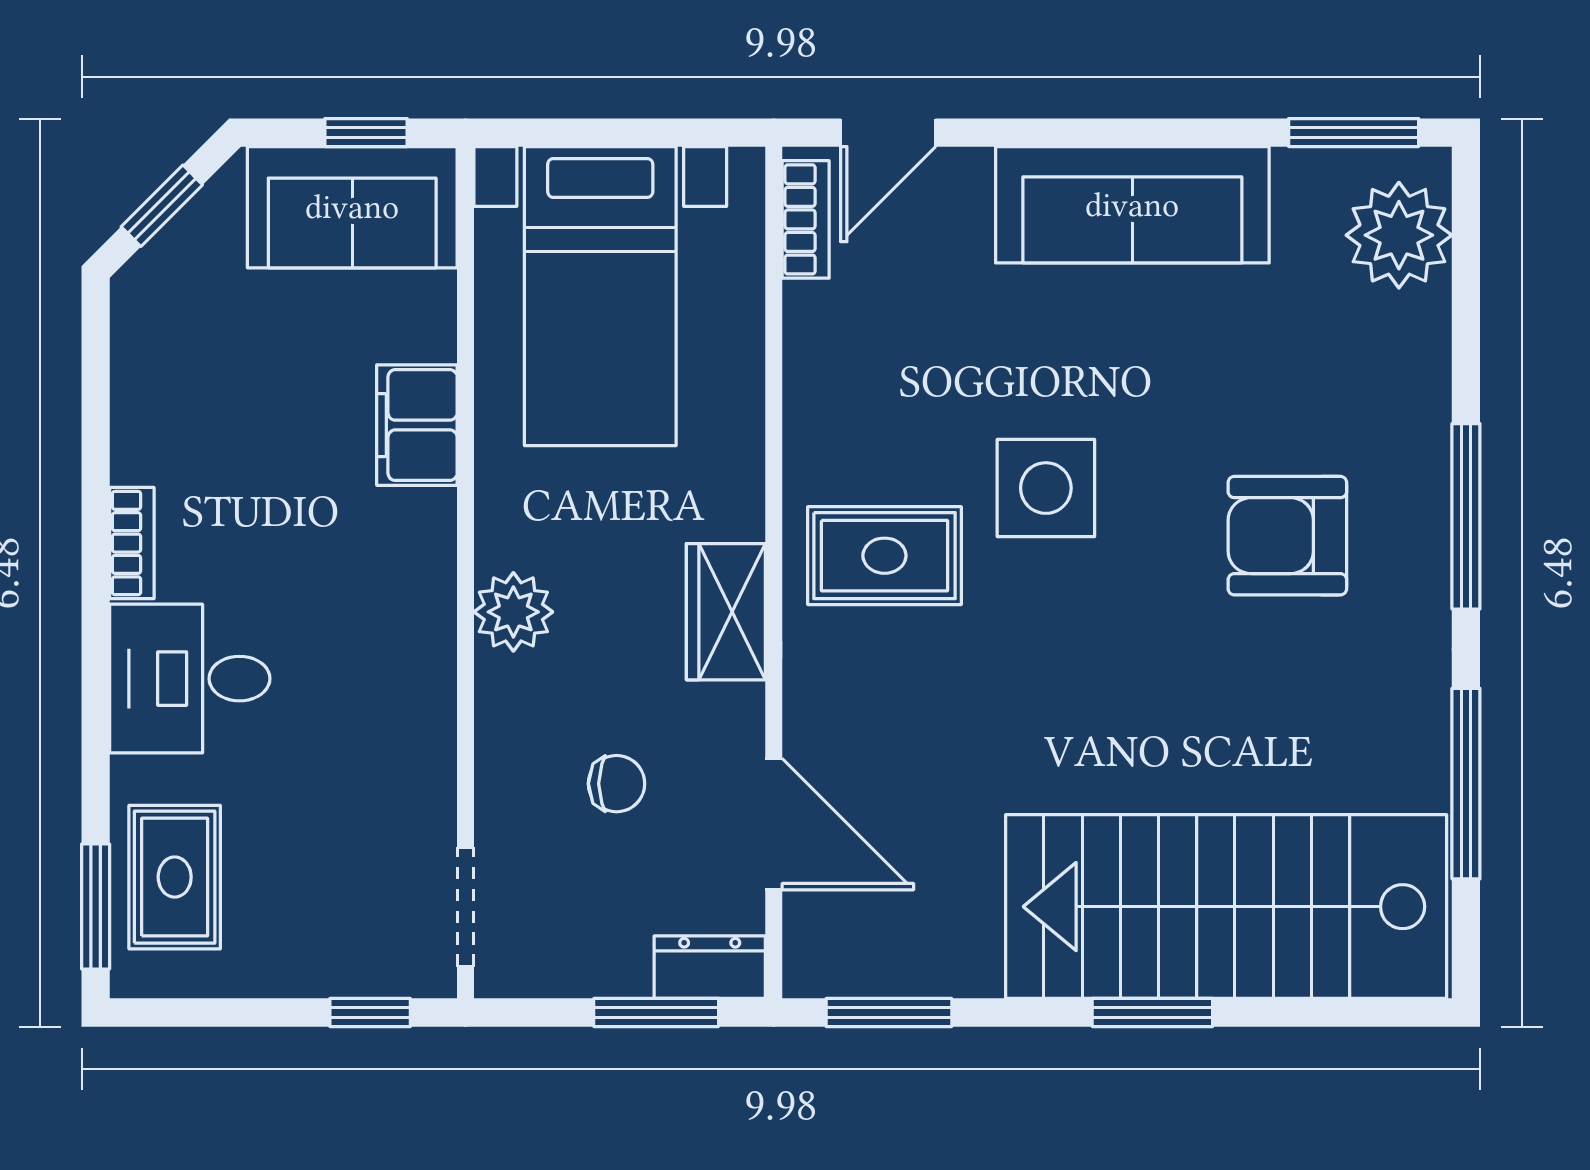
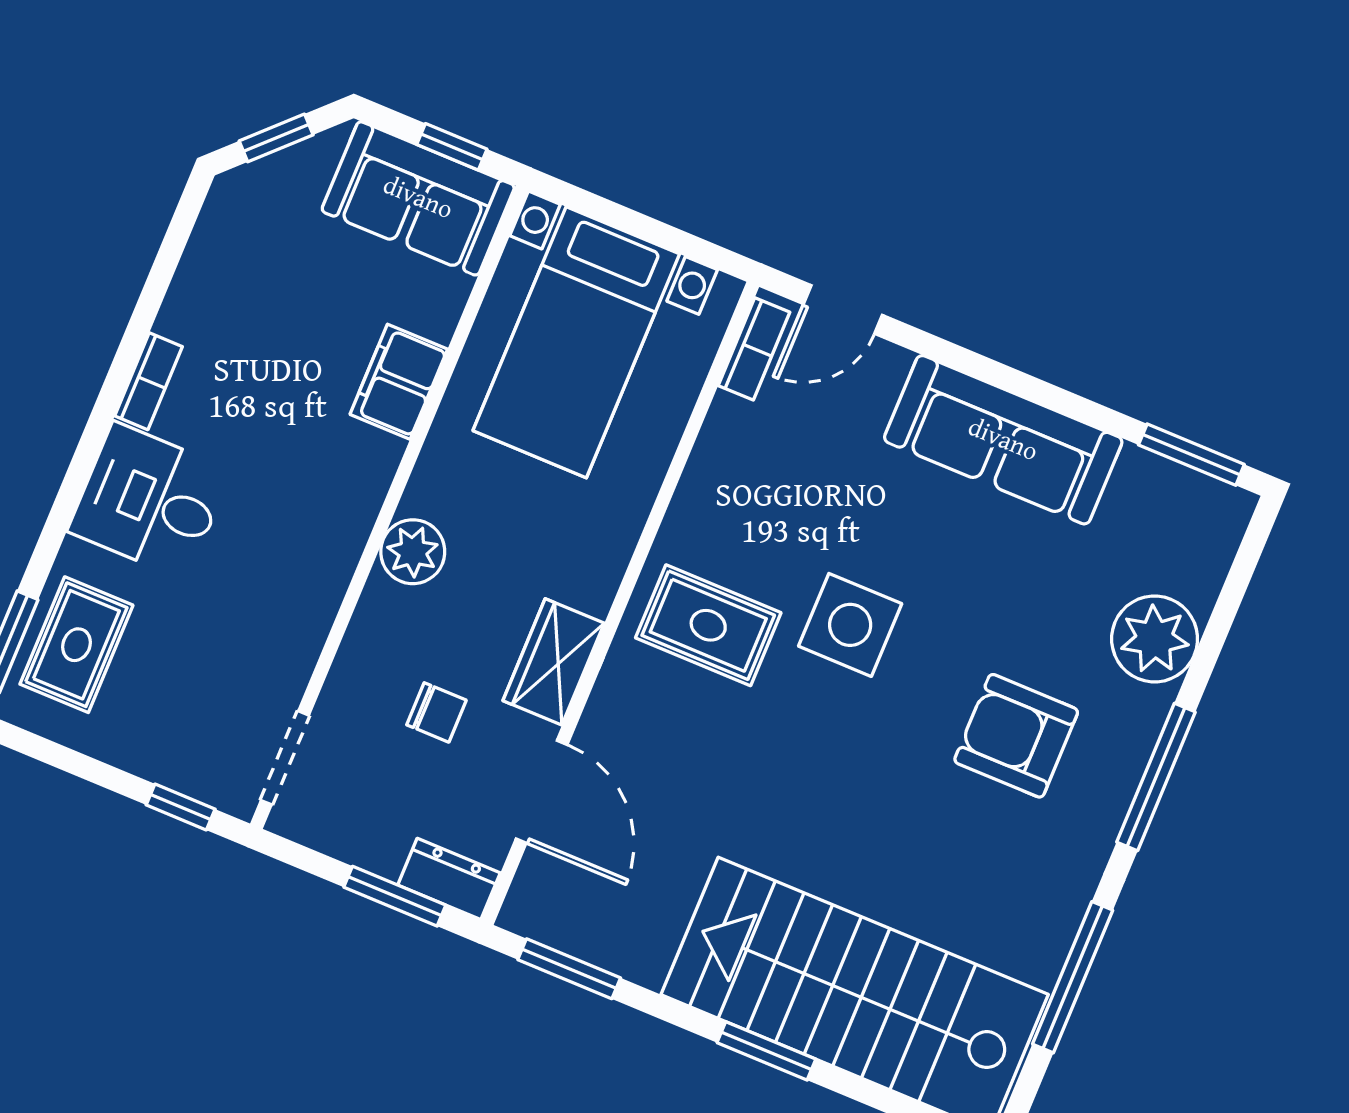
plant: (1399, 235) -> (1155, 639), moved
wardrobe: (726, 612) -> (554, 662), moved

